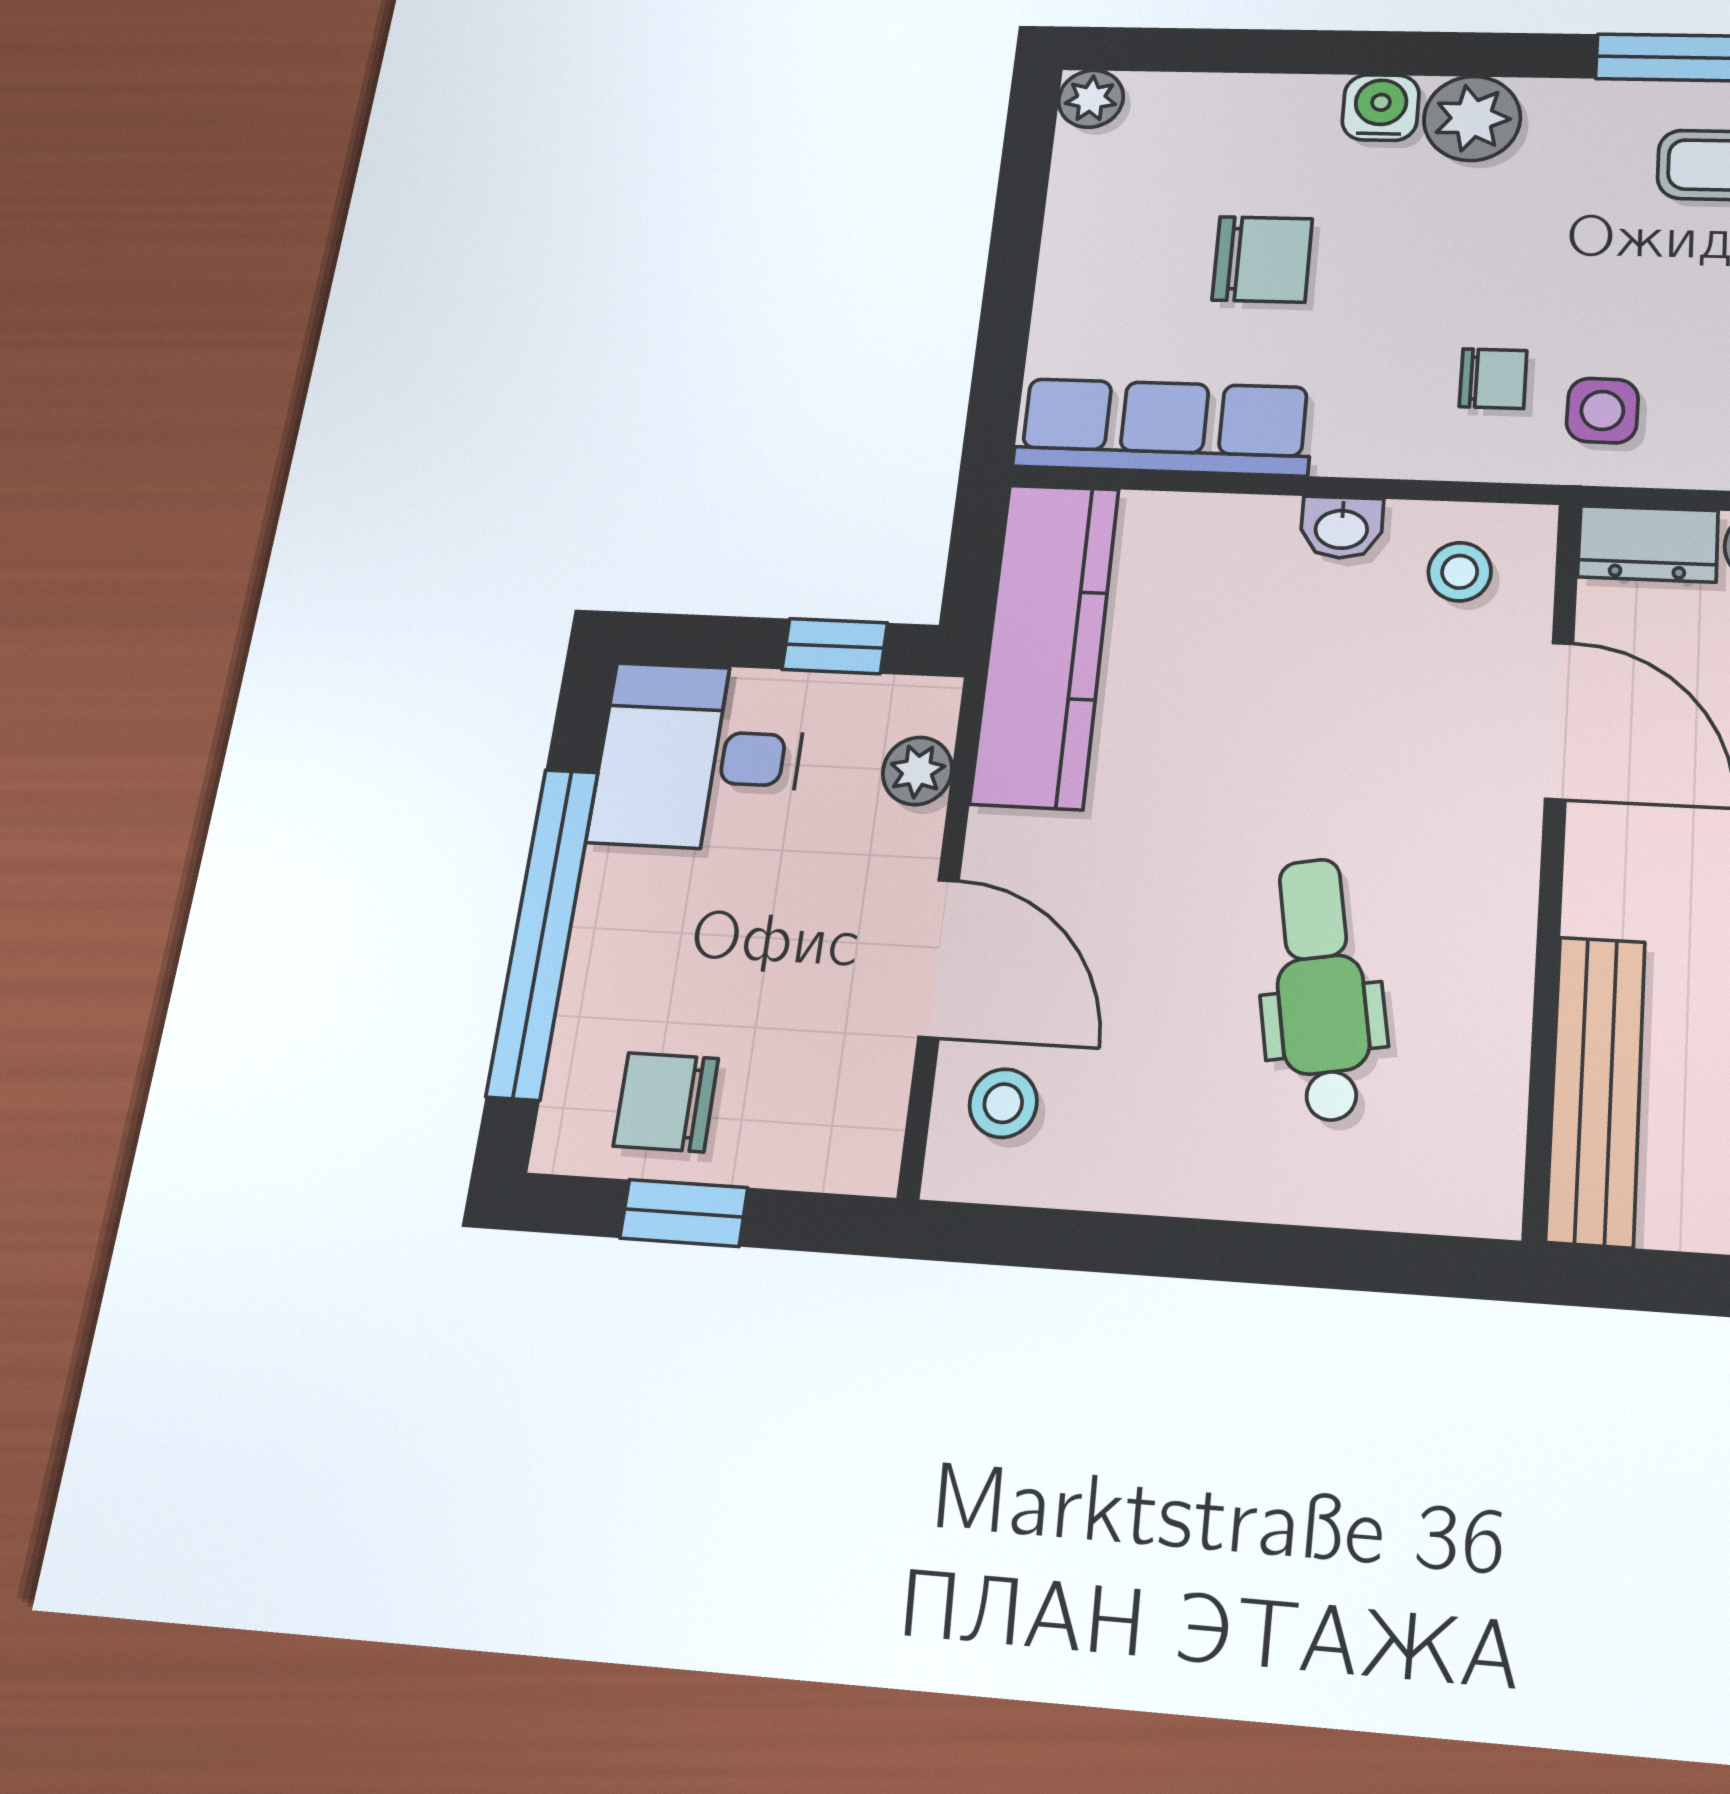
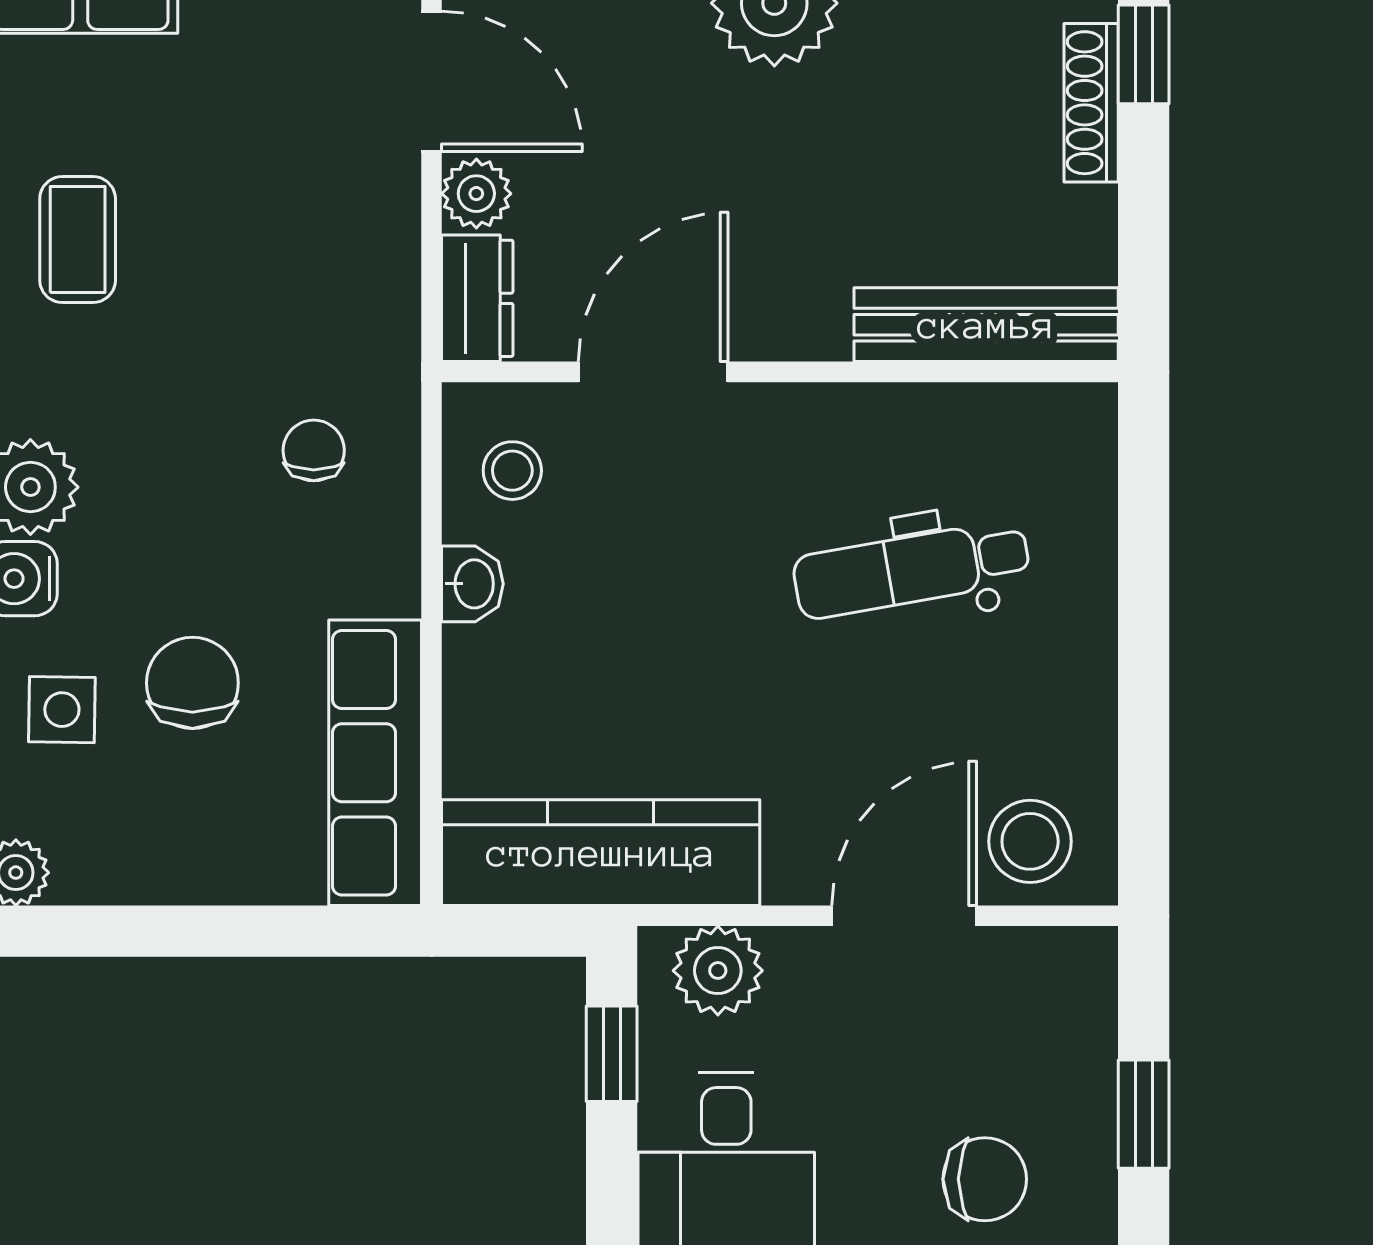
side table: (1602, 410) -> (62, 710), moved
plant: (917, 771) -> (718, 971), width x1.38, depth x1.38
chair: (666, 1102) -> (985, 1179), moved, turned -90
stool: (1003, 1103) -> (1030, 841), width x1.37, depth x1.37

